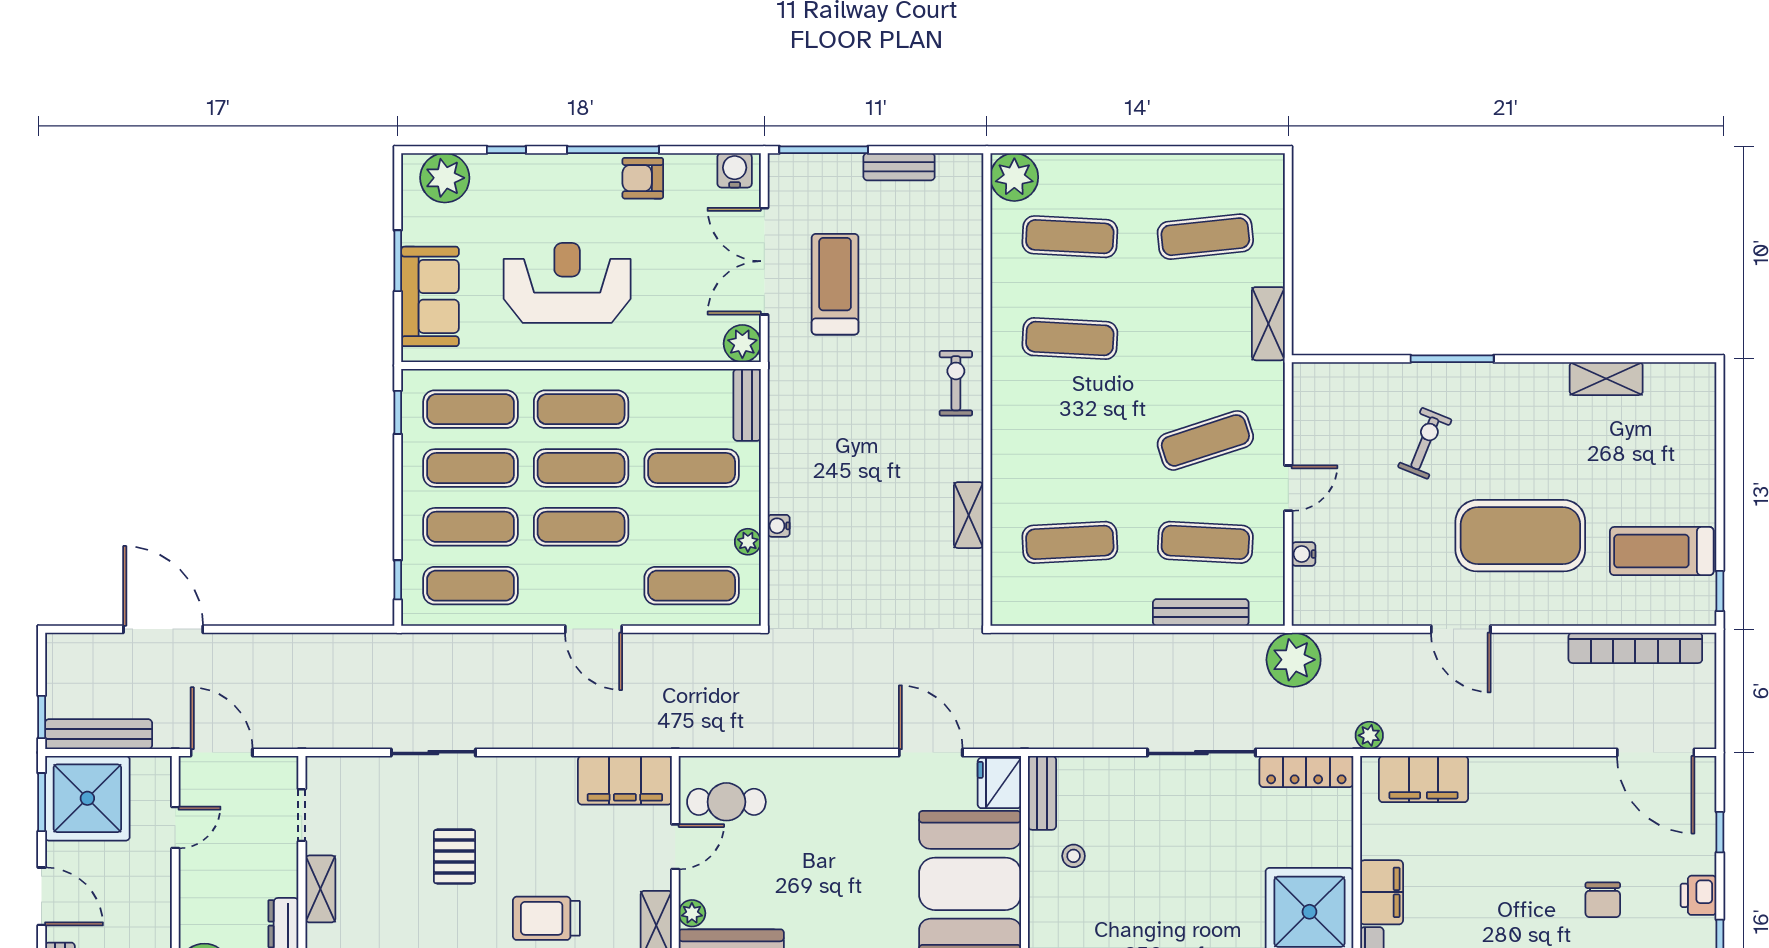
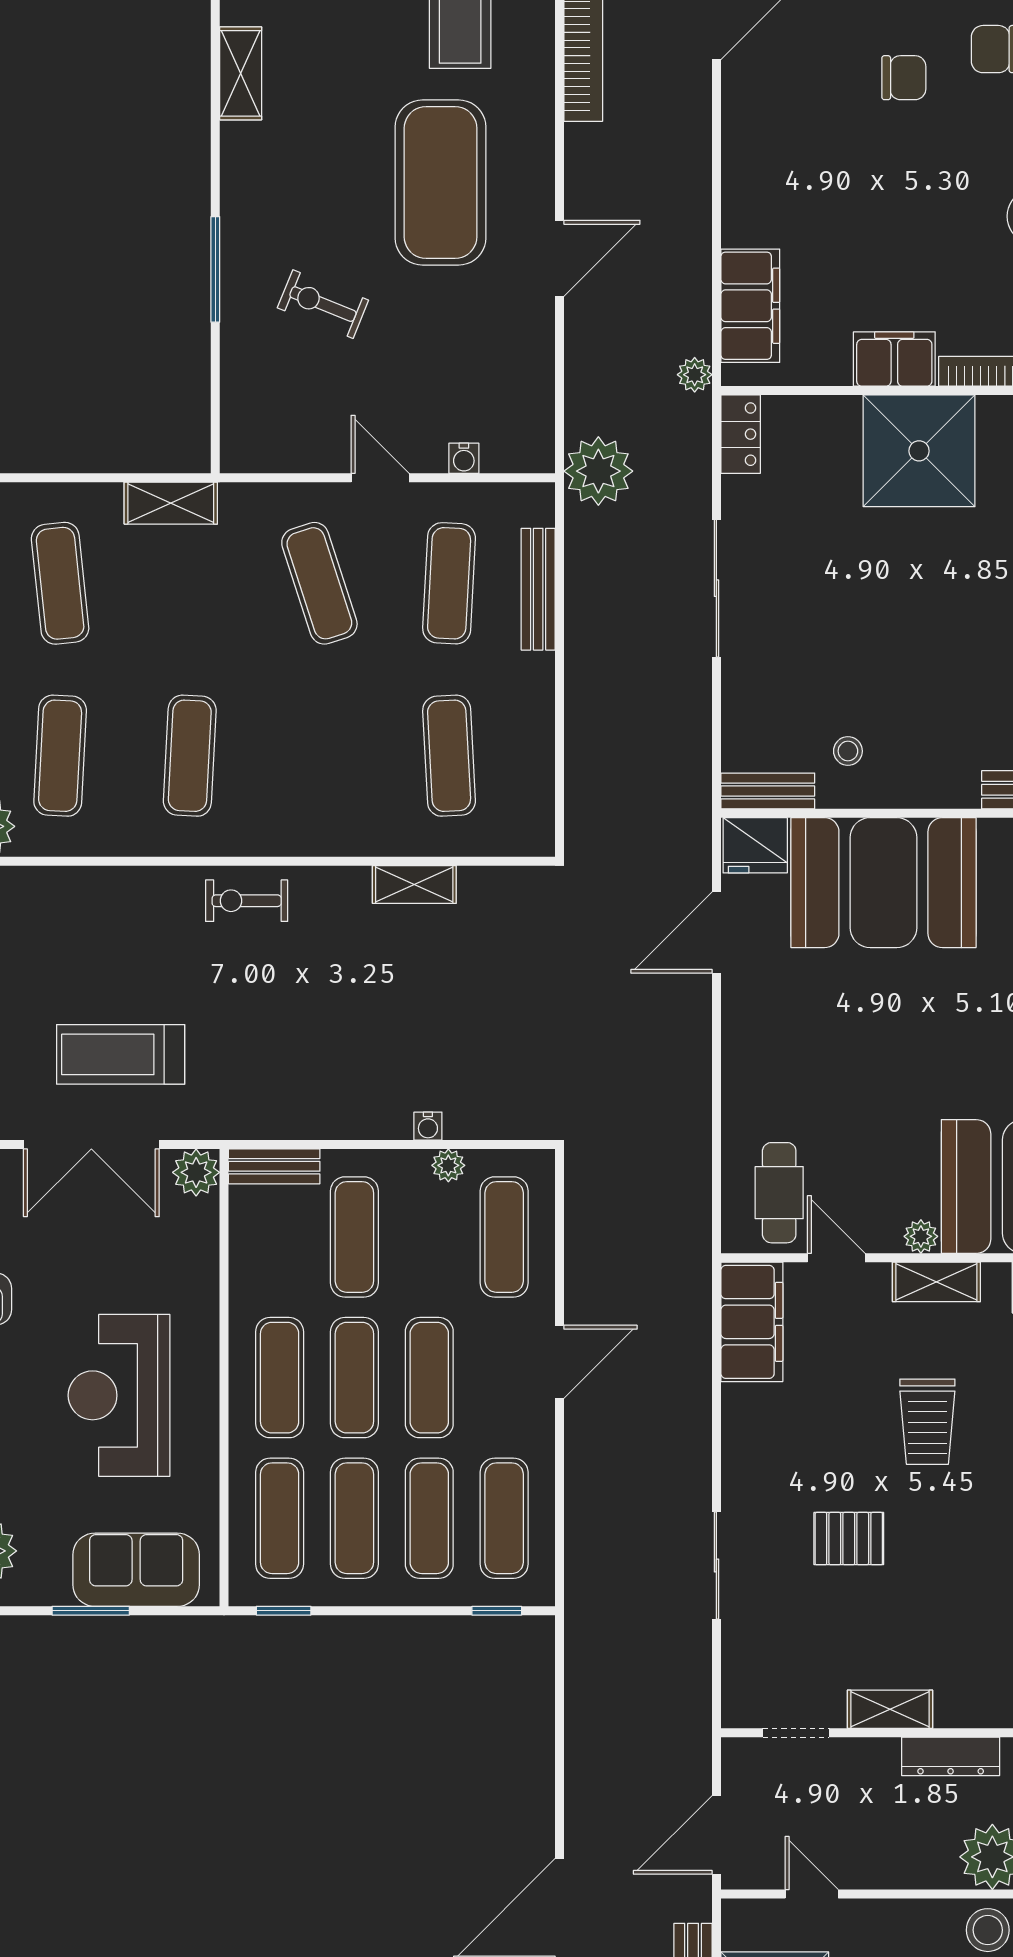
locker: (1306, 772) -> (741, 434), width x0.66

